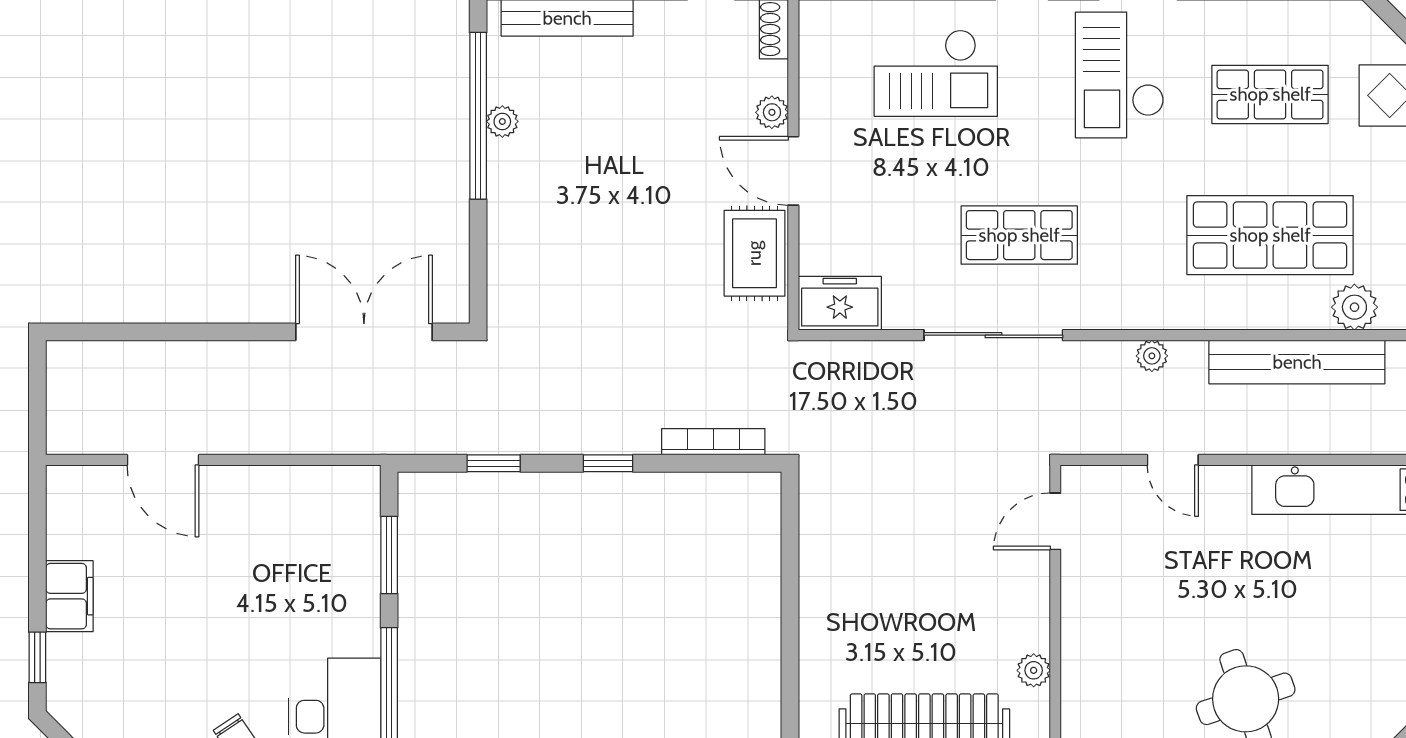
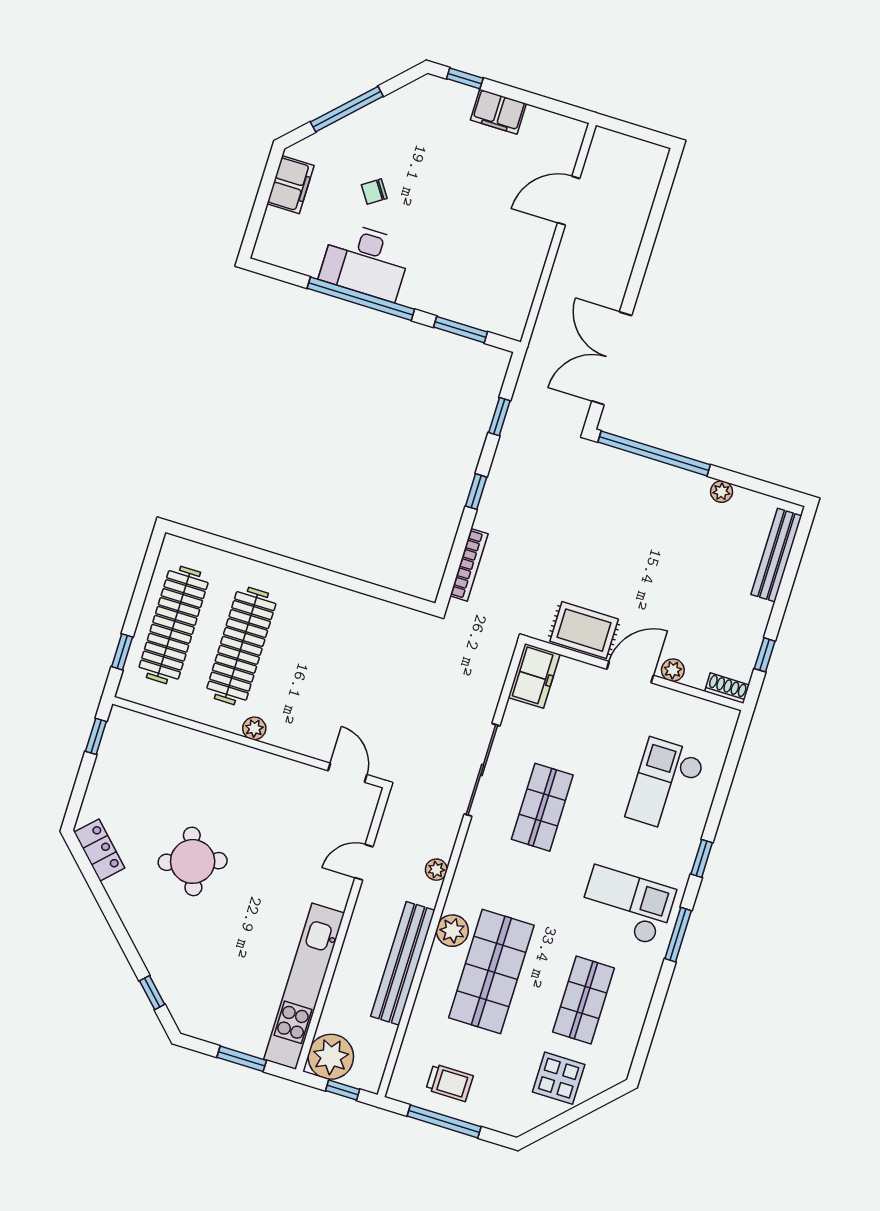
window: (478, 116) -> (654, 453), moved
plant: (1354, 307) -> (452, 931), moved
double door: (364, 332) -> (612, 358), swing flipped

